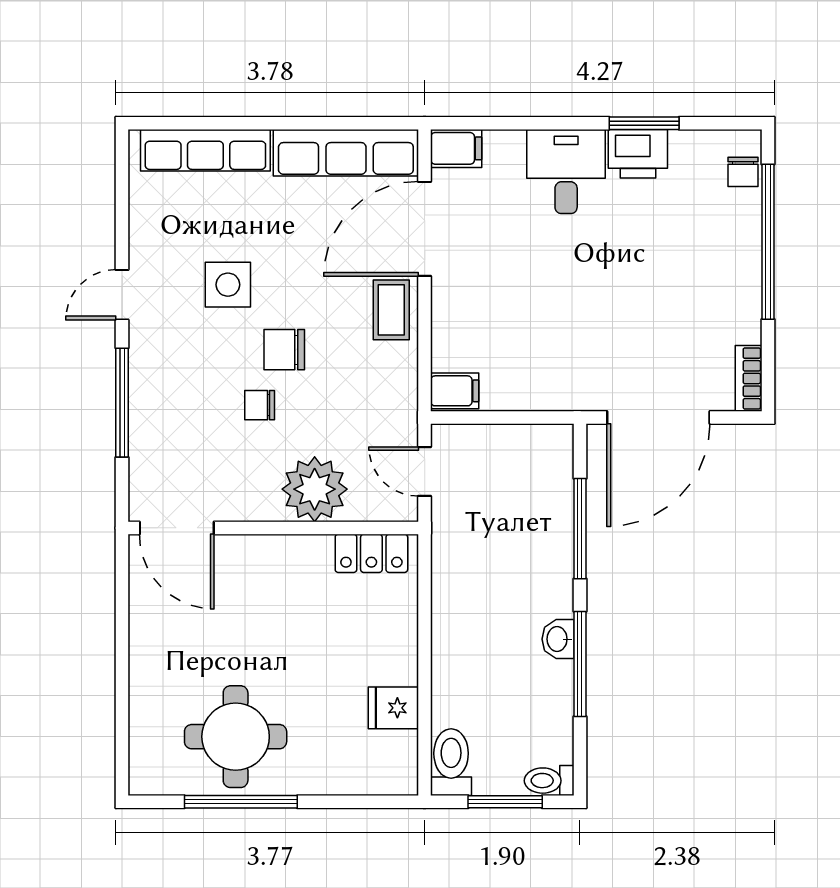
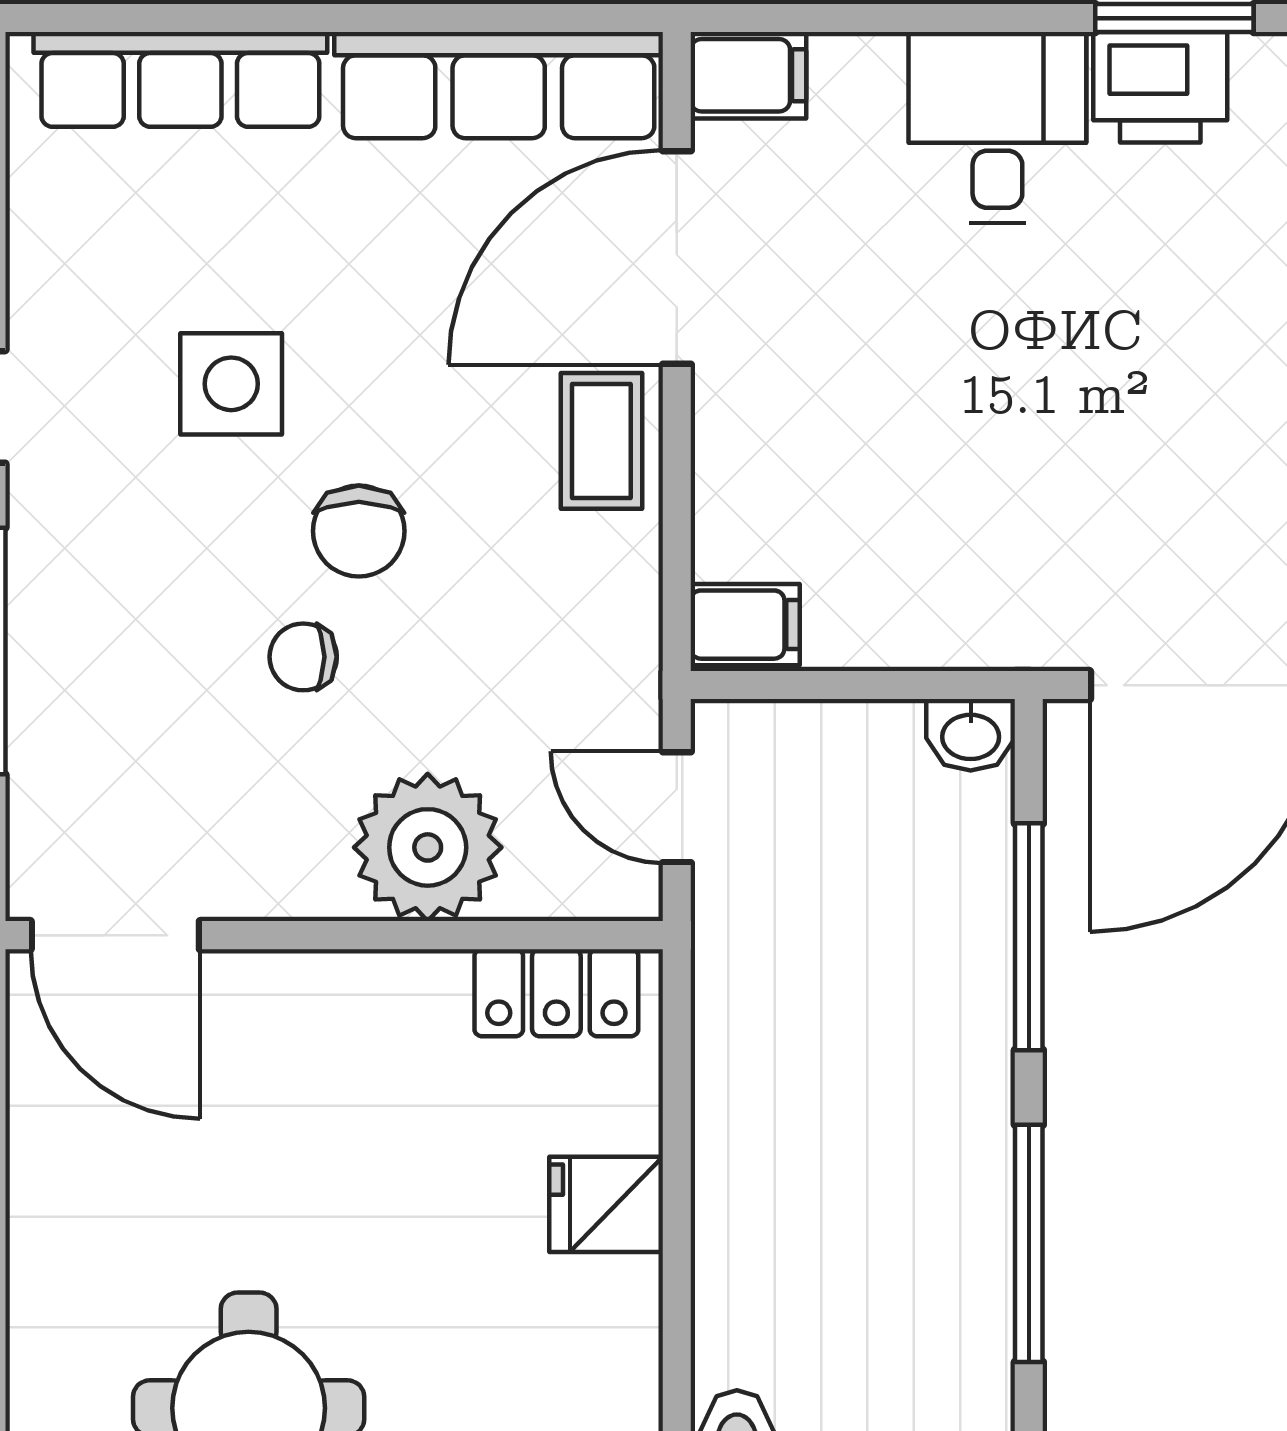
chair: (284, 350) -> (359, 531), turned -90
washbasin: (558, 639) -> (971, 735), moved, turned -90
fridge: (393, 708) -> (606, 1204), moved

